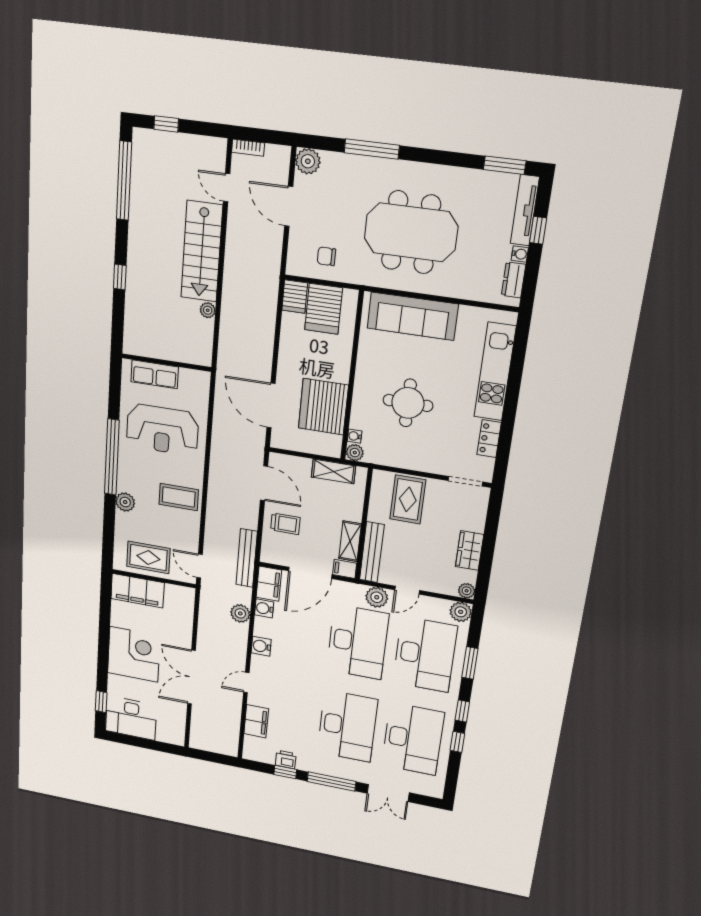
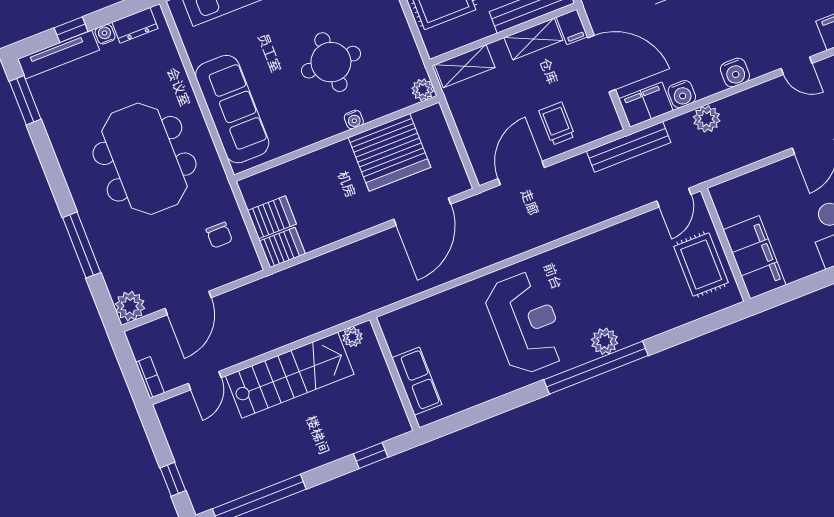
server rack: (324, 309) -> (272, 217), width x0.73, depth x0.70
wall: (166, 363) -> (395, 374), moved
row of seats: (155, 374) -> (417, 381), moved
water cooler: (354, 436) -> (354, 119), moved
shelving: (333, 471) -> (465, 66), moved, turned 90
coffee table: (179, 497) -> (599, 264), removed
plant: (125, 502) -> (605, 341), moved

